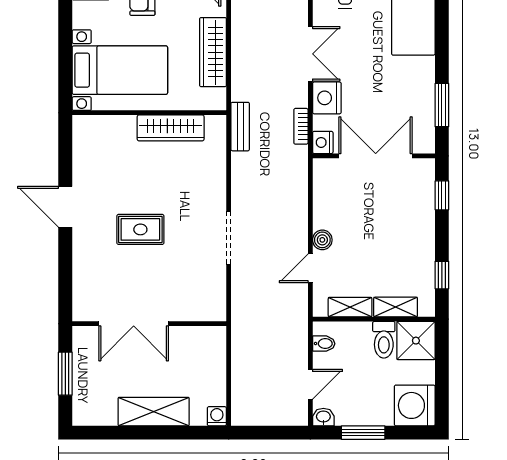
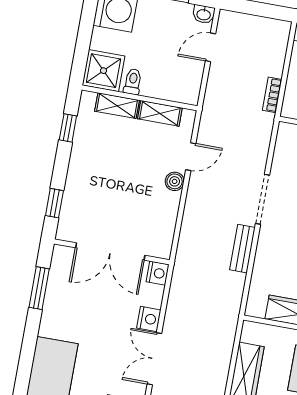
nightstand: (327, 98) -> (149, 319), width x0.74, depth x0.75
bookcase: (301, 126) -> (272, 95), moved, turned 180
bench: (240, 127) -> (242, 249), moved
toilet: (384, 340) -> (133, 82), width x0.73, depth x0.72
bidet: (324, 344) -> (191, 83), removed

